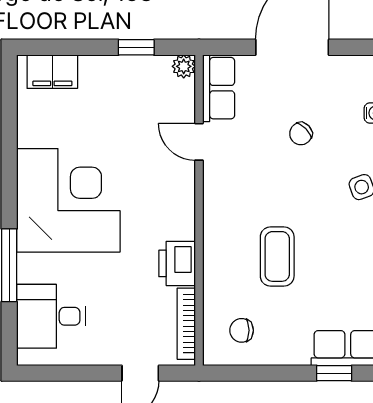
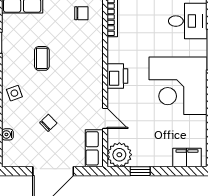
plant: (184, 66) -> (119, 155), width x1.87, depth x1.87
coffee table: (277, 256) -> (42, 58), moved, width x0.73, depth x0.77
printer: (177, 263) -> (117, 76), moved

